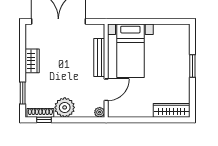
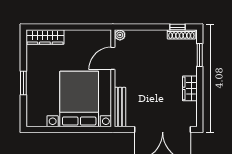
bed with nightstands: (130, 51) -> (79, 99), width x1.36
bench: (99, 57) -> (120, 107), moved
plant: (65, 107) -> (156, 40), removed

